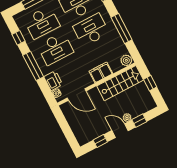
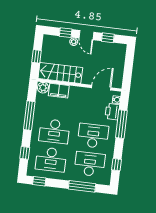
window: (33, 66) -> (121, 124), moved
filing cabinet: (101, 72) -> (59, 91), moved
door: (77, 94) -> (101, 88), hinge flipped

